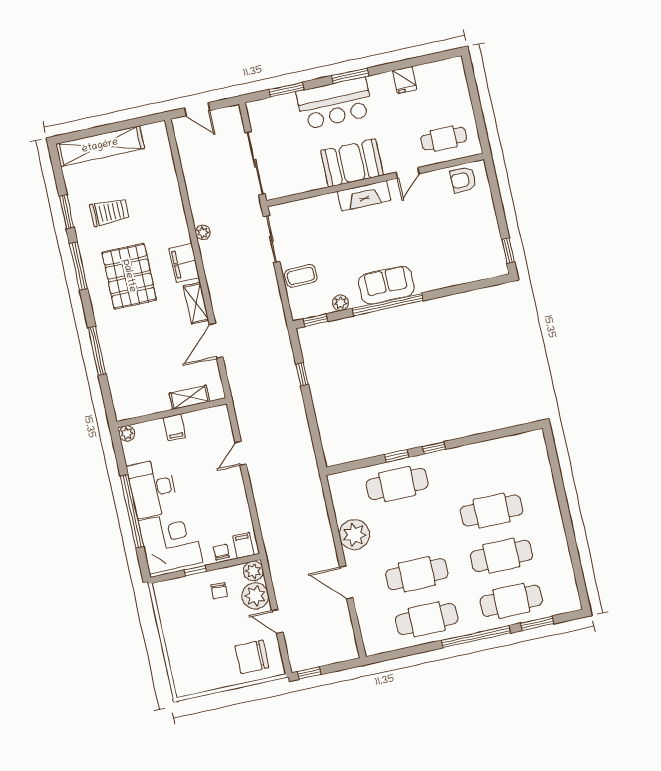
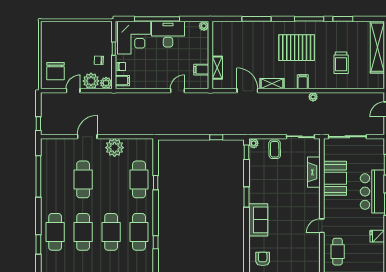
booth: (352, 163) -> (335, 178), moved
door: (408, 173) -> (322, 226), hinge flipped
armchair: (463, 180) -> (263, 259), moved
fireplace: (364, 196) -> (314, 172), moved
trolley: (109, 212) -> (341, 63), moved
filing cabinet: (184, 263) -> (303, 82), width x0.50
sofa: (386, 285) -> (258, 220), moved
plant: (340, 303) -> (254, 143), moved
window: (388, 304) -> (247, 197), width x0.47
filing cabinet: (174, 427) -> (201, 70), moved
window: (434, 448) -> (156, 242), moved
door: (241, 453) -> (177, 91), hinge flipped
cafe table: (427, 619) -> (139, 232), moved
window: (476, 637) -> (38, 176), moved
chair: (252, 657) -> (55, 71), turned 180
window: (309, 673) -> (38, 124), moved

